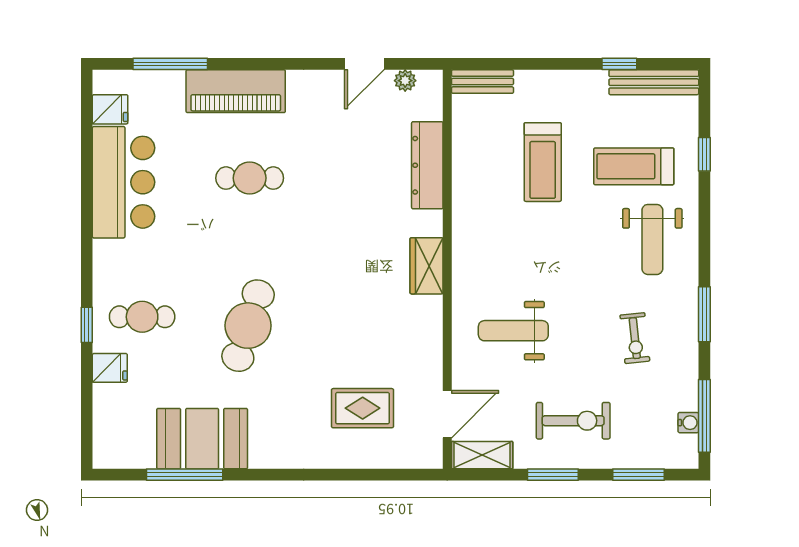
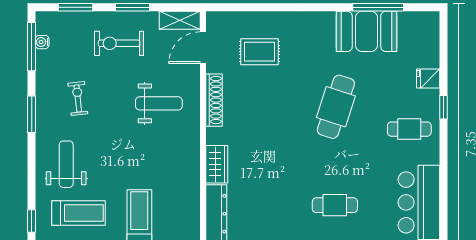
wardrobe: (427, 266) -> (217, 164), moved
cafe table: (142, 317) -> (409, 129), moved
shoe rack: (431, 336) -> (214, 100), added

